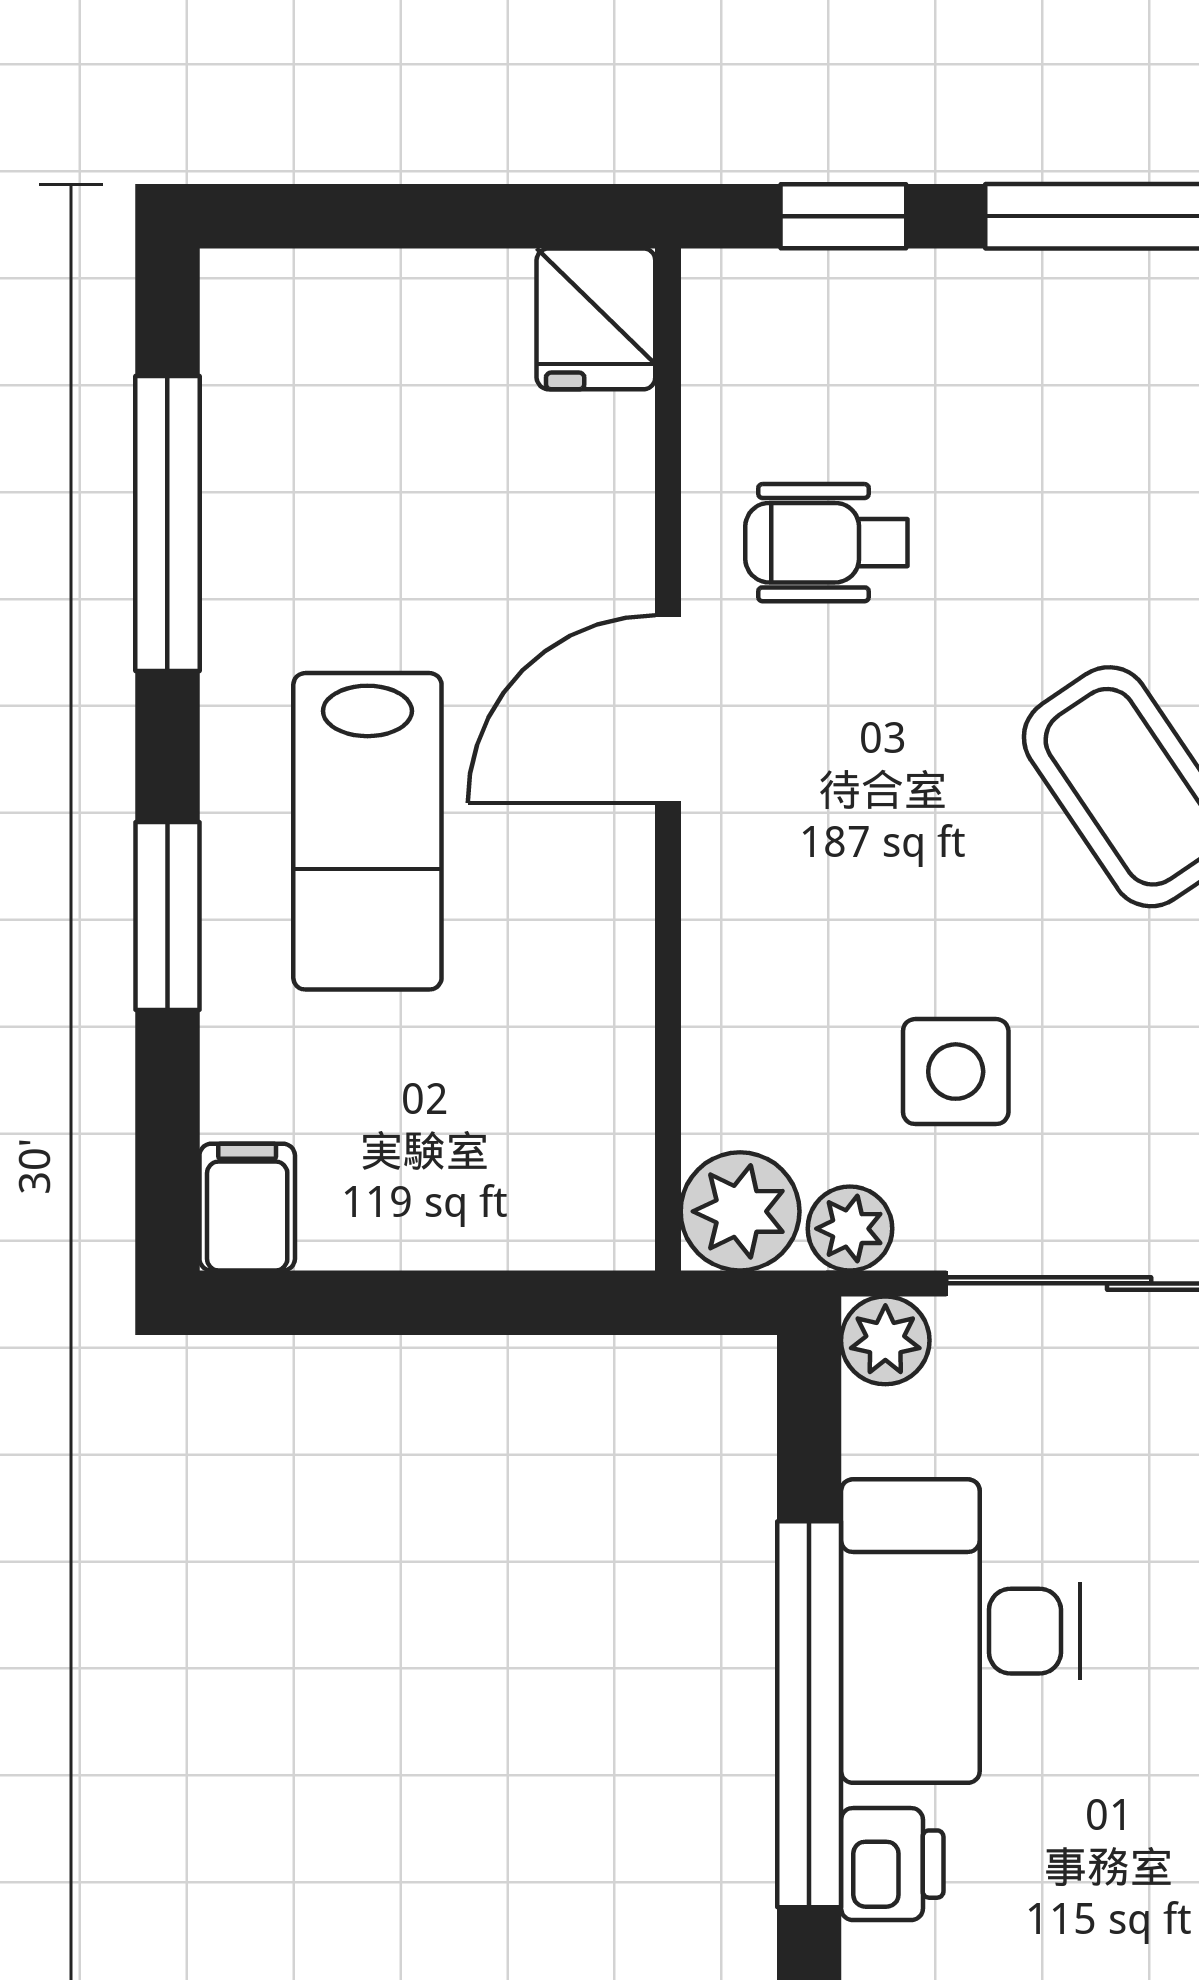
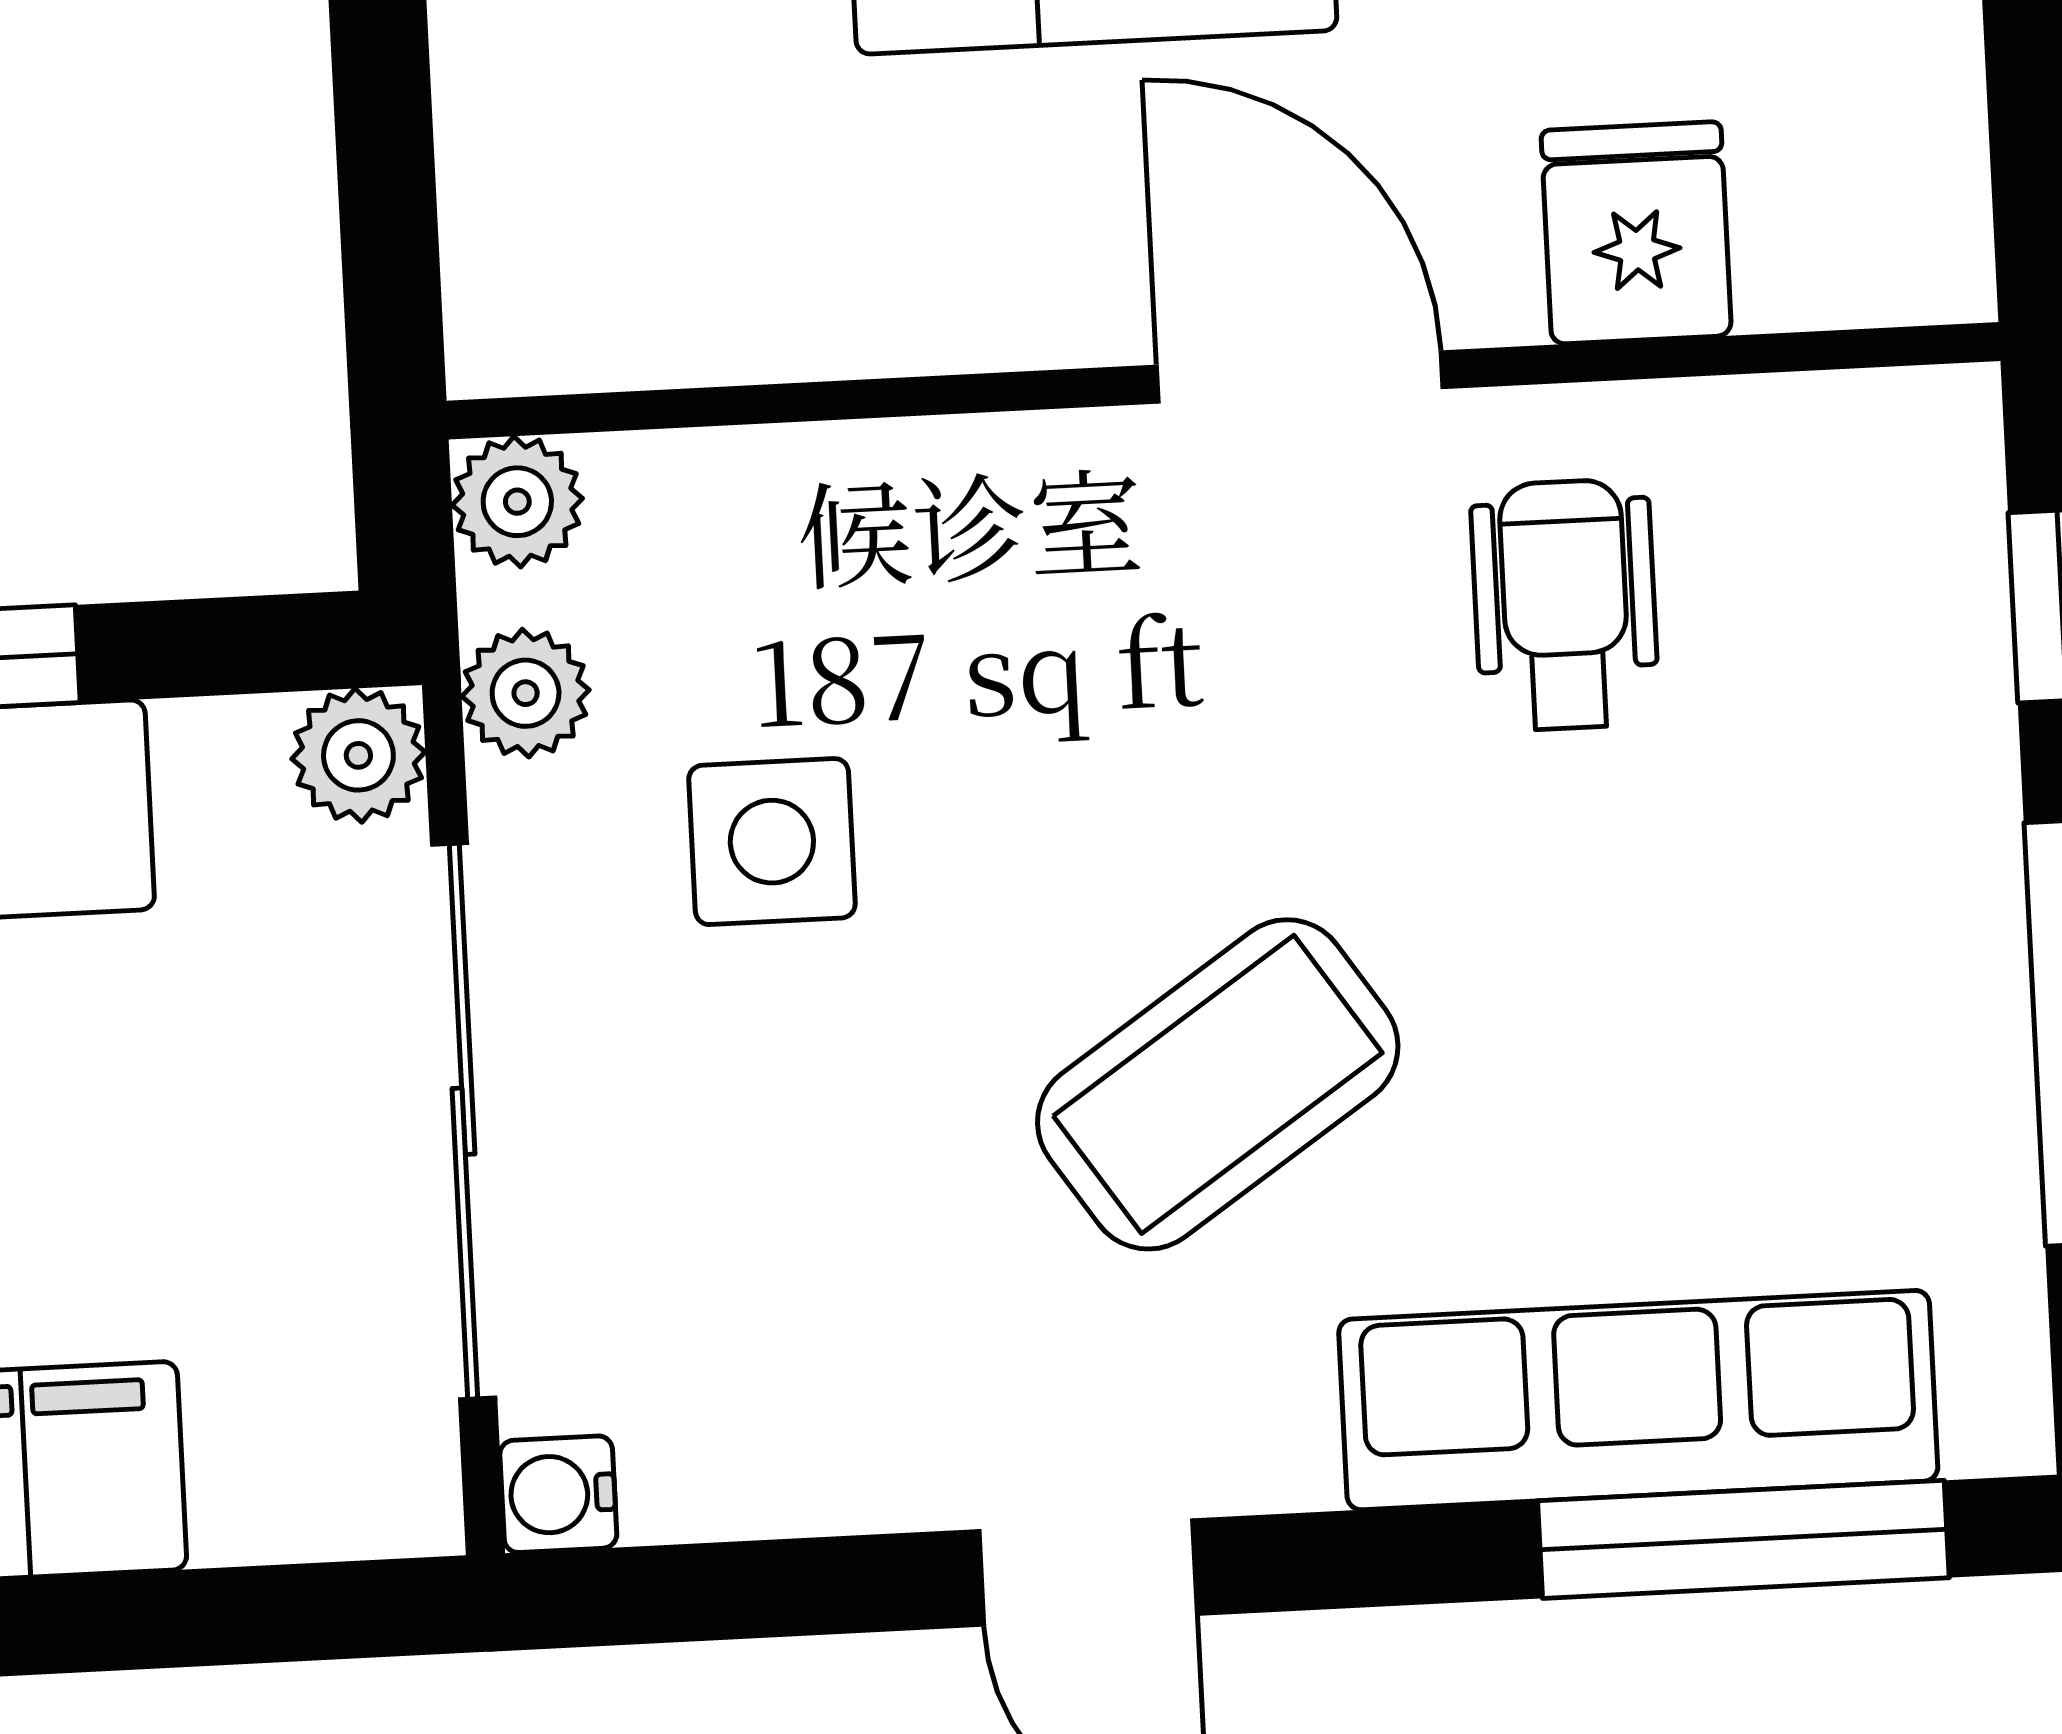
fridge: (596, 319) -> (1636, 233), moved, turned 90
plant: (740, 1211) -> (517, 502), width x0.73, depth x0.73

